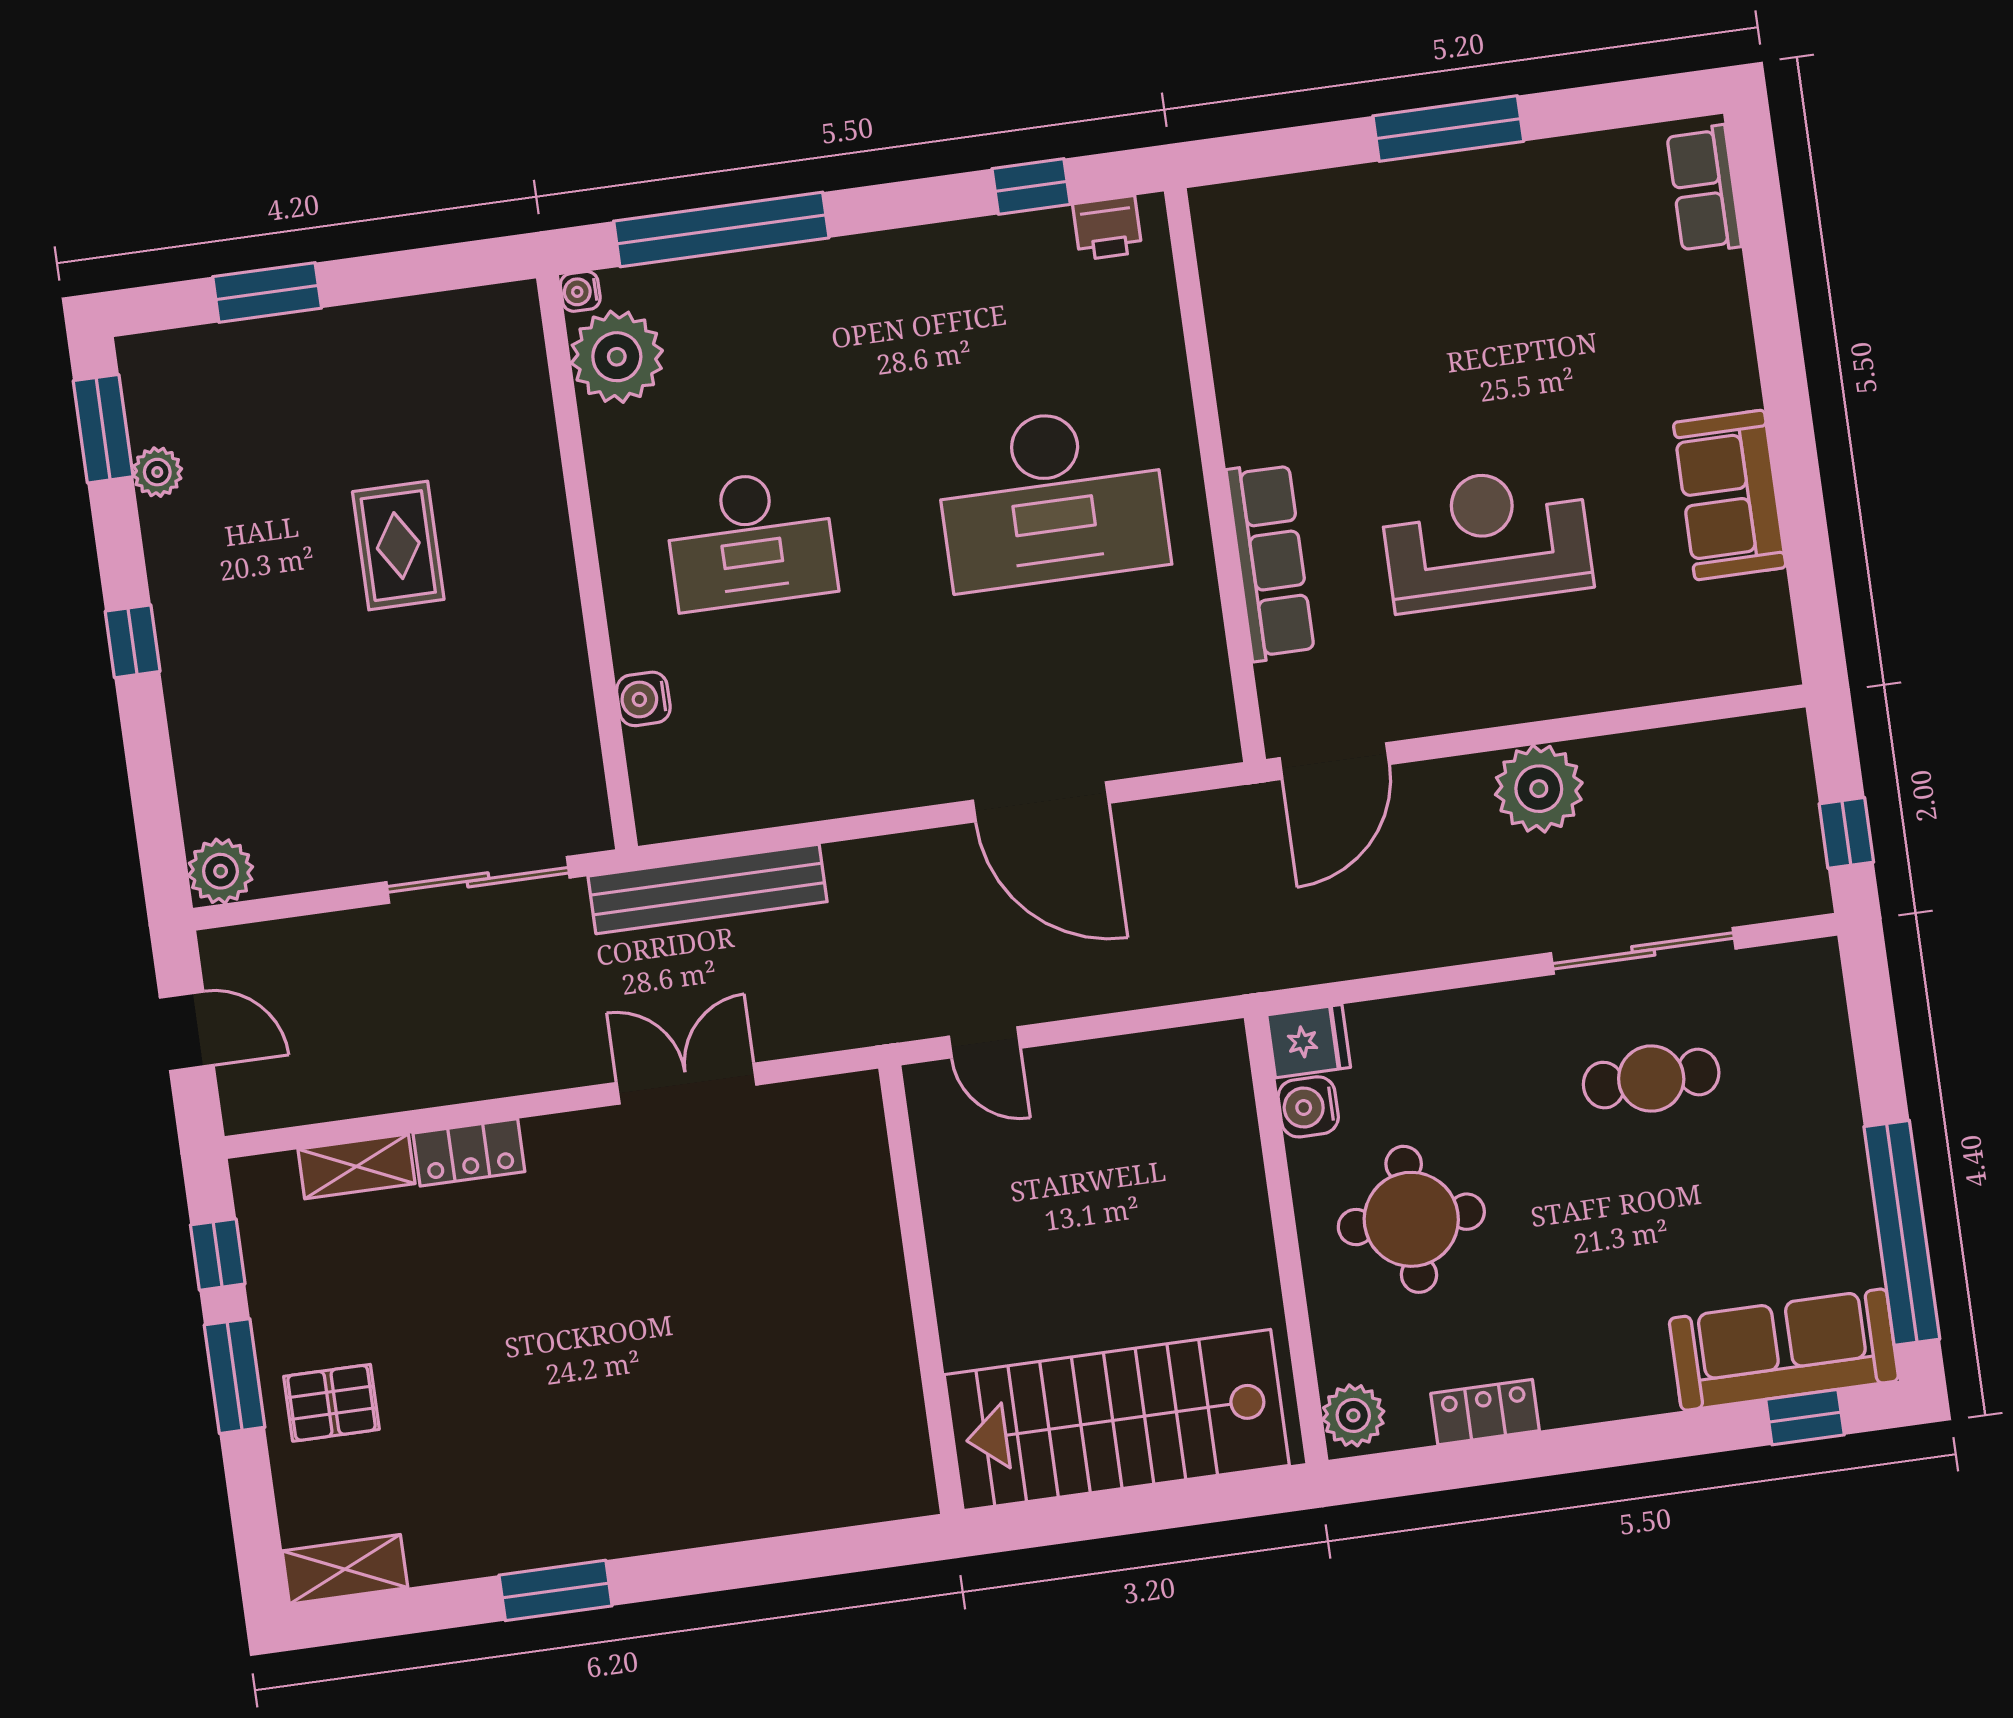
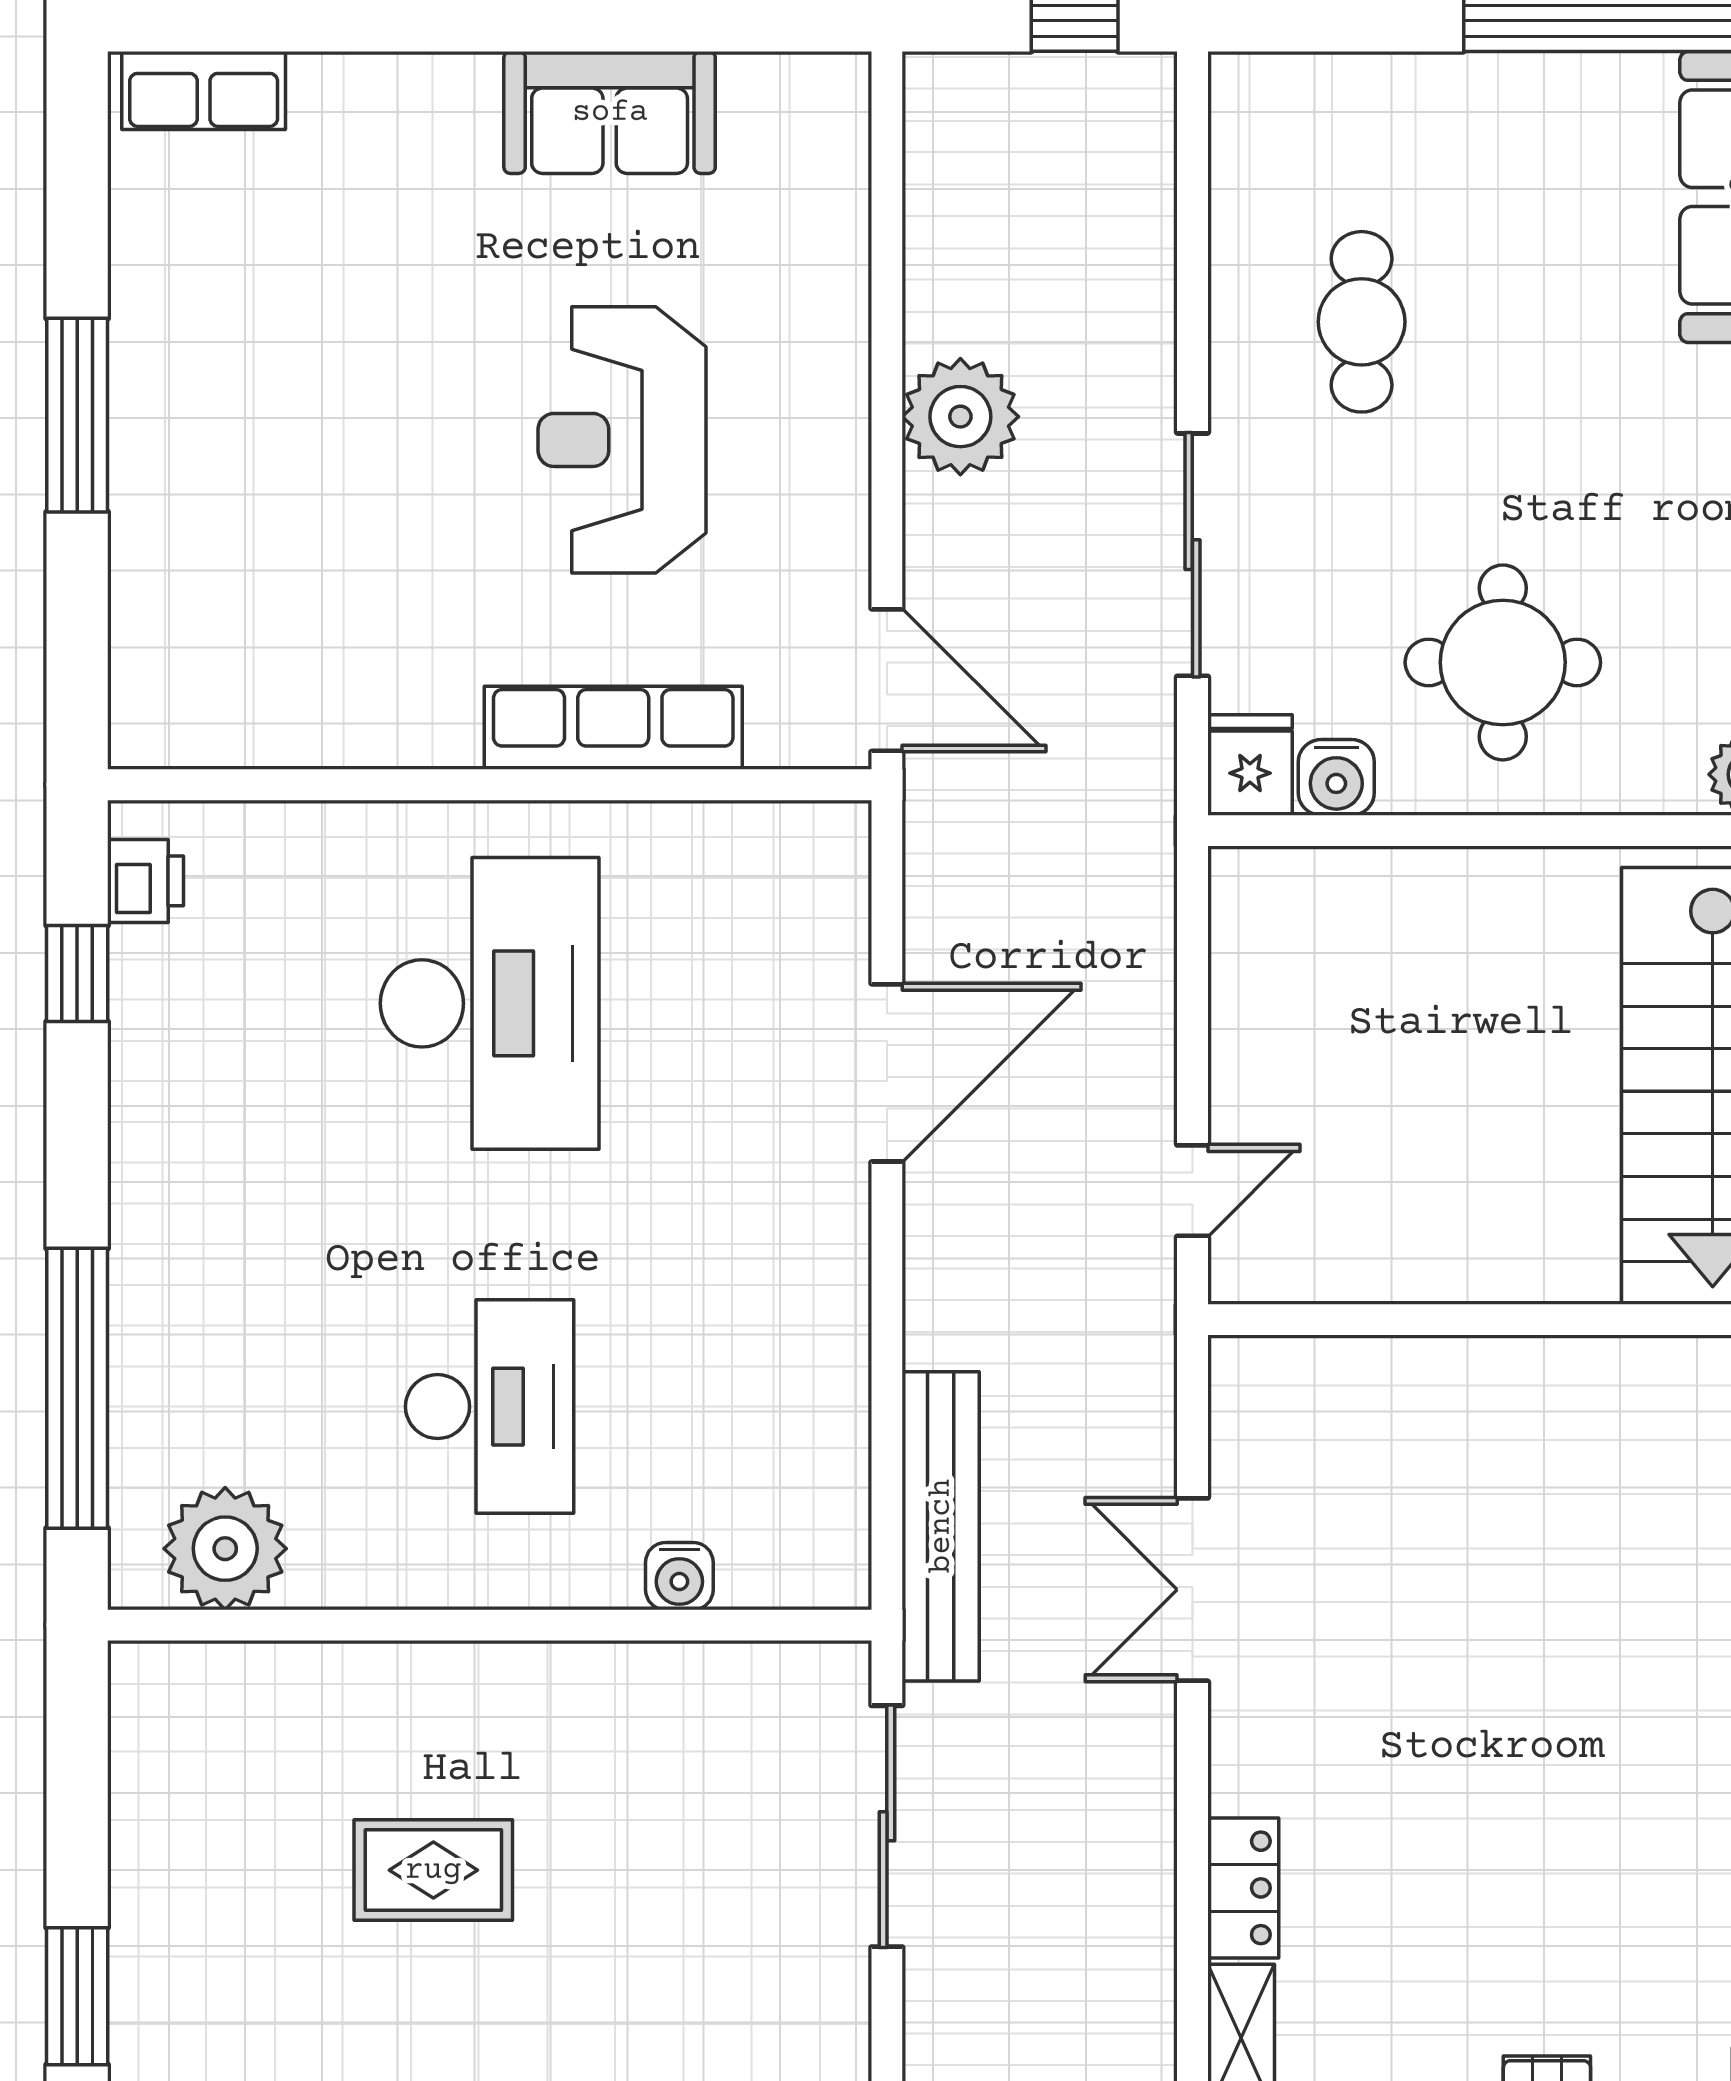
water cooler: (580, 291) -> (133, 1585), removed
sliding door: (1643, 951) -> (1192, 555), moved

